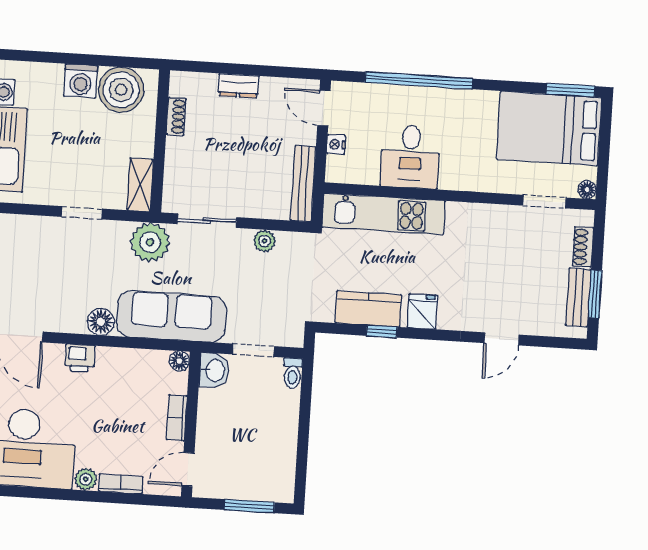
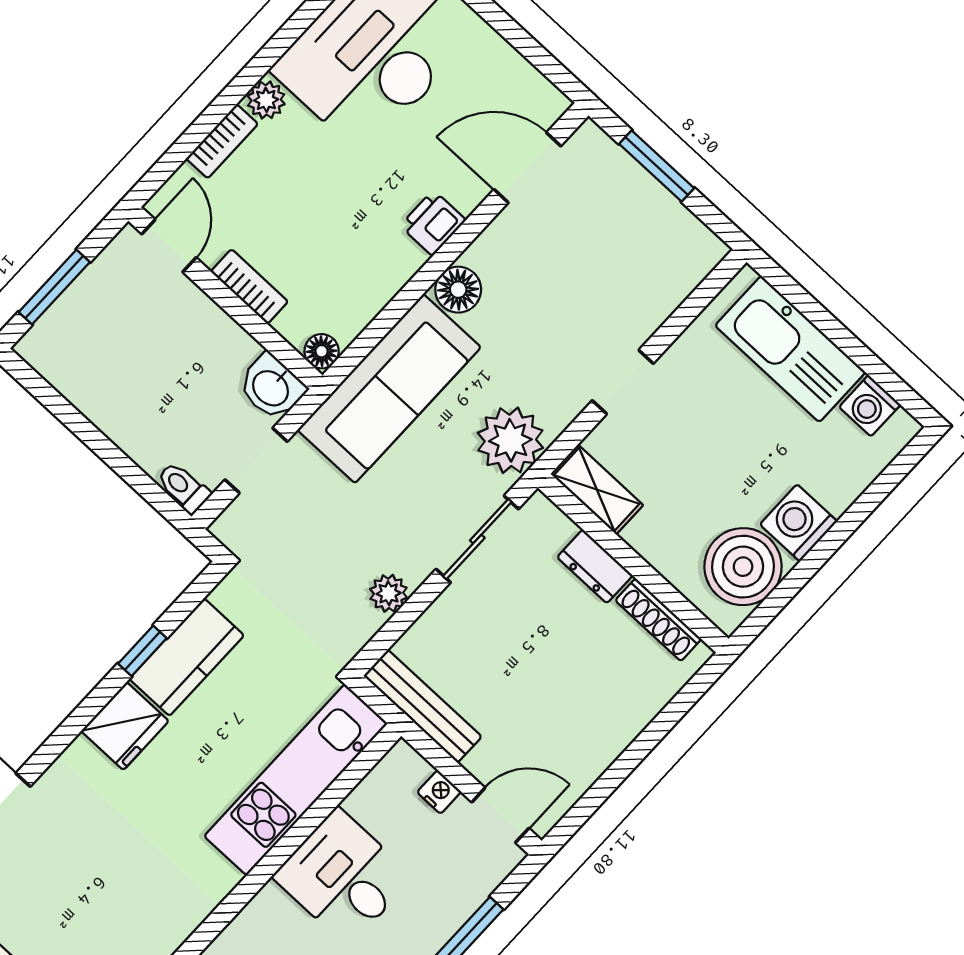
dresser: (239, 86) -> (595, 566), moved, turned -90
shoe rack: (176, 117) -> (658, 620), width x1.43
fridge: (422, 311) -> (125, 726), width x1.38

